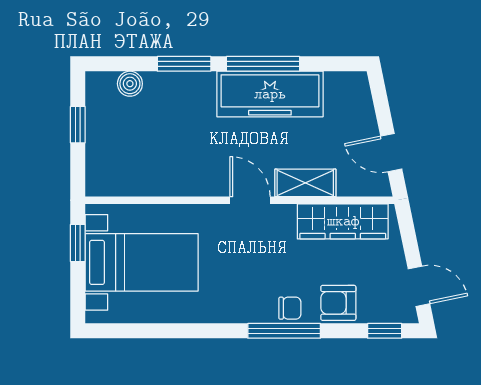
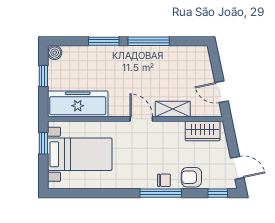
boiler: (130, 84) -> (55, 53), moved
freezer: (270, 94) -> (78, 104), moved, turned 180
wardrobe: (343, 221) -> (203, 131), width x0.67

